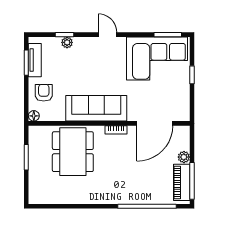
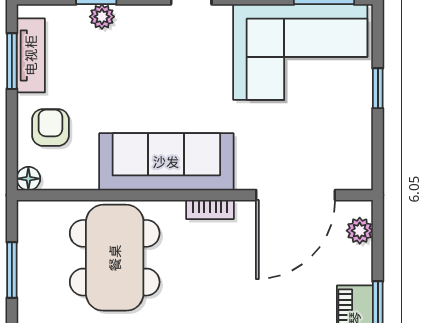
plant: (184, 157) -> (360, 231), moved

